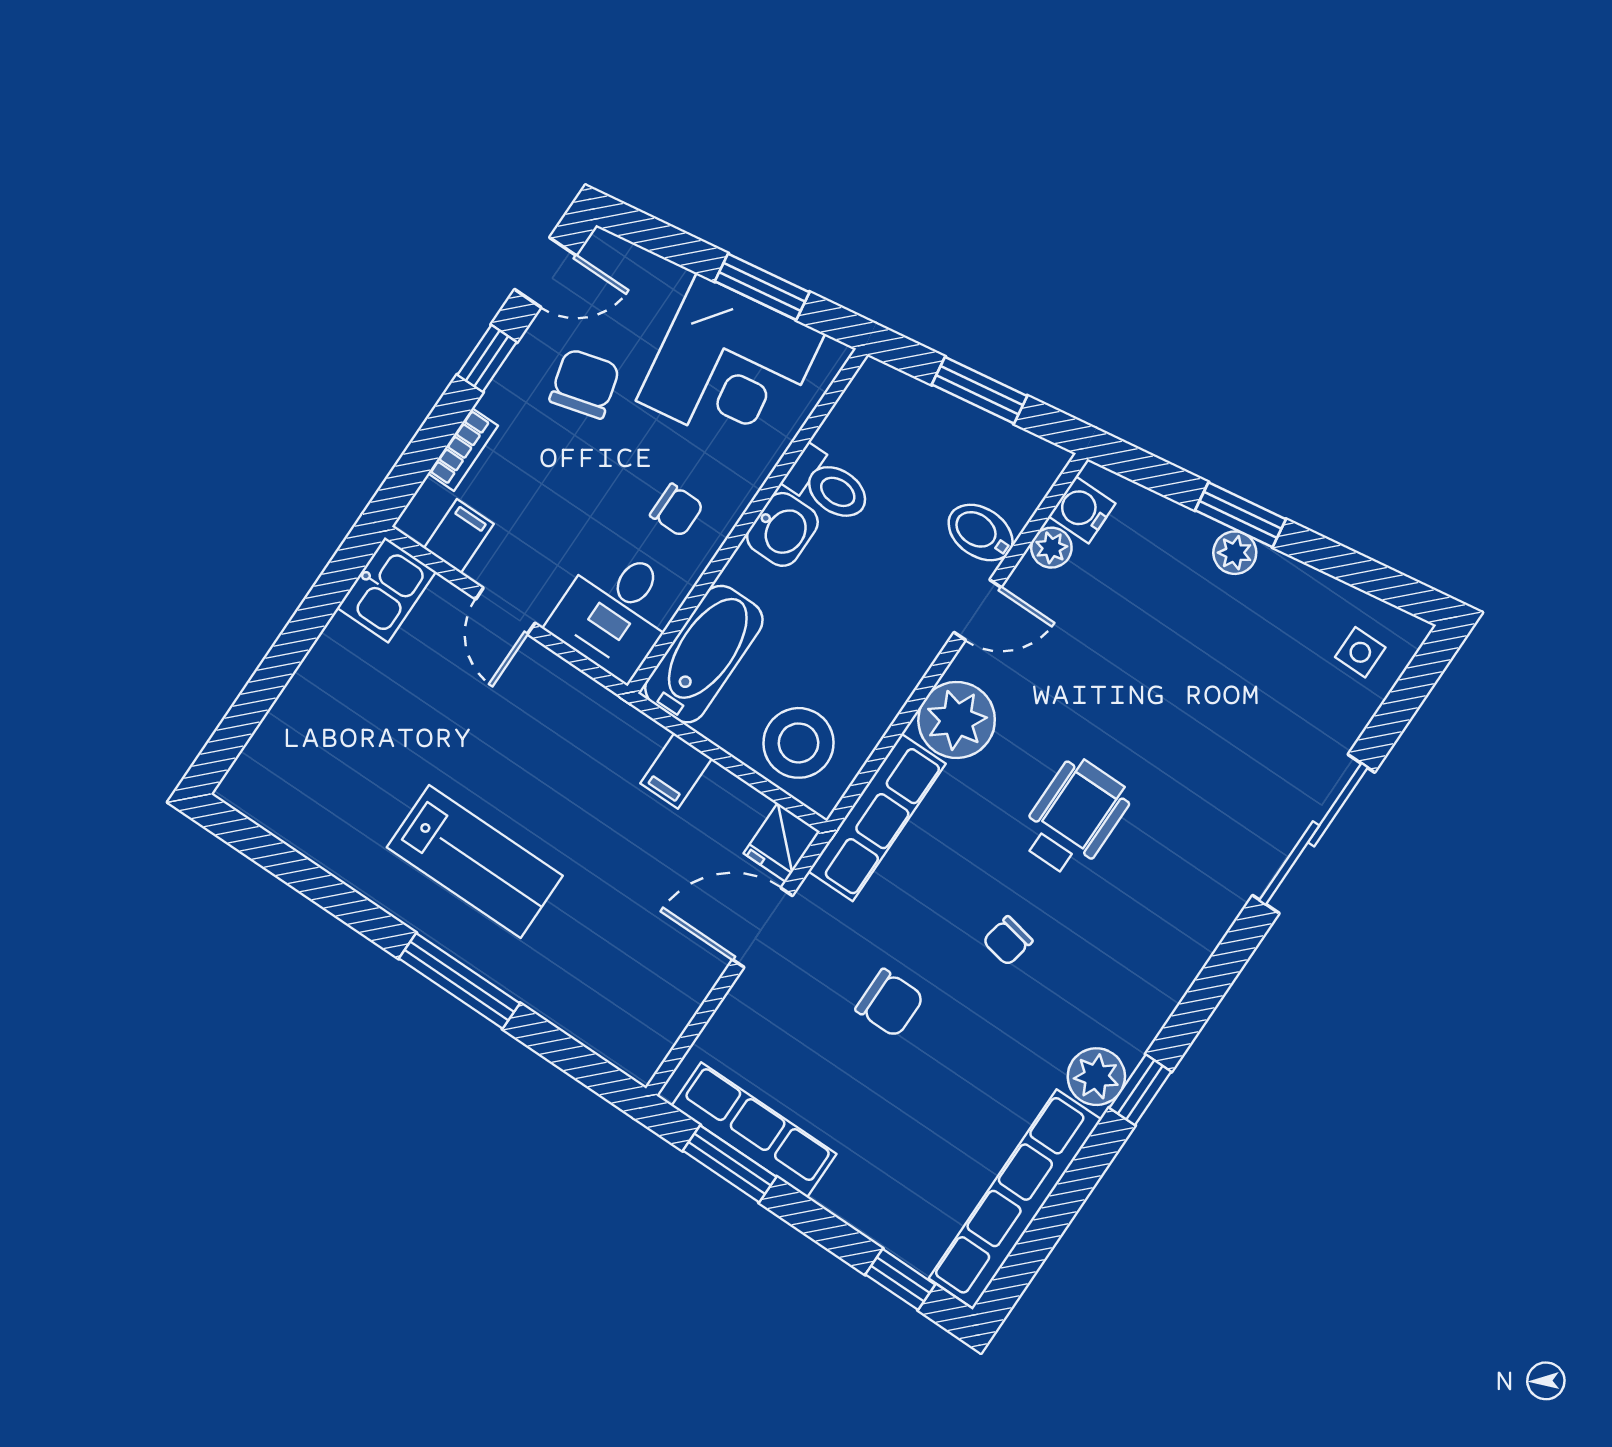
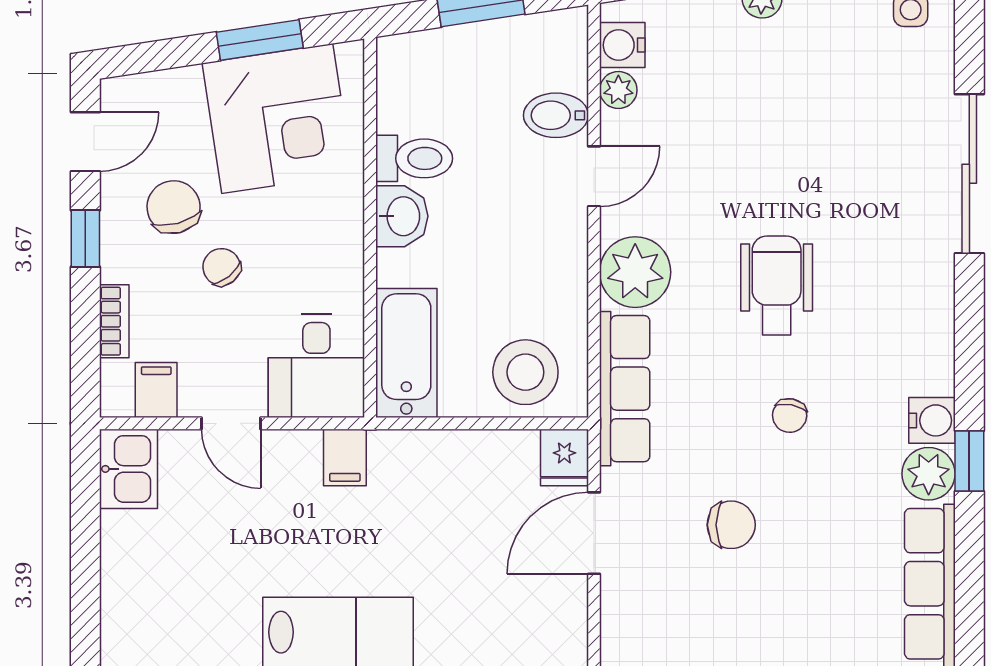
chair: (677, 510) -> (222, 267), moved, turned -129
filing cabinet: (676, 771) -> (345, 457), moved
water cooler: (1132, 1031) -> (932, 420), added

